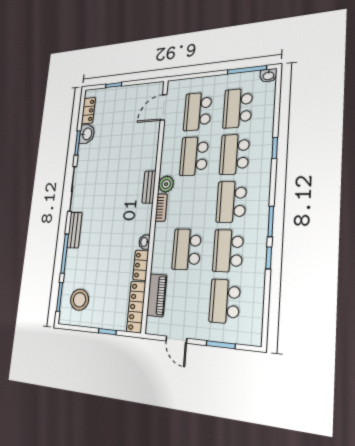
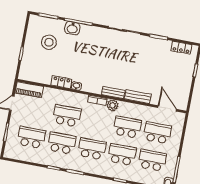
washbasin: (87, 134) -> (72, 28), moved
bench: (74, 230) -> (138, 97), moved
piano: (157, 295) -> (29, 90), moved
stool: (80, 300) -> (49, 42), moved
locker: (136, 307) -> (35, 77), removed

